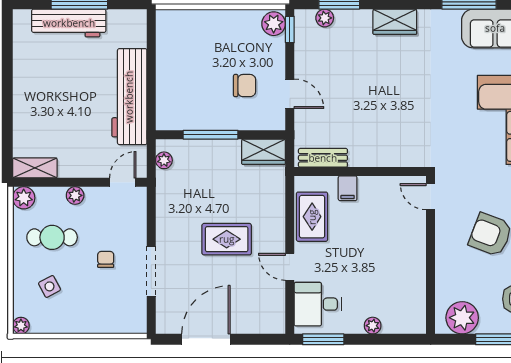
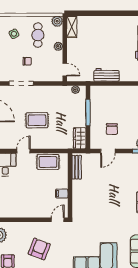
workbench: (129, 97) -> (107, 75), width x0.53, depth x0.76
filing cabinet: (348, 188) -> (62, 194), moved
rug: (227, 239) -> (37, 120), turned 90

